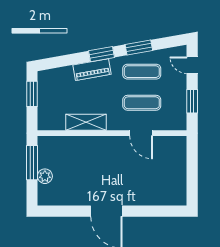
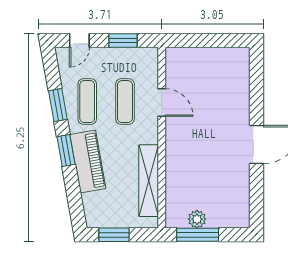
piano: (92, 70) -> (88, 161), width x1.37, depth x1.33
shelving: (86, 122) -> (149, 181), width x1.47
door: (141, 133) -> (162, 102), hinge flipped
plant: (45, 176) -> (197, 219), moved

